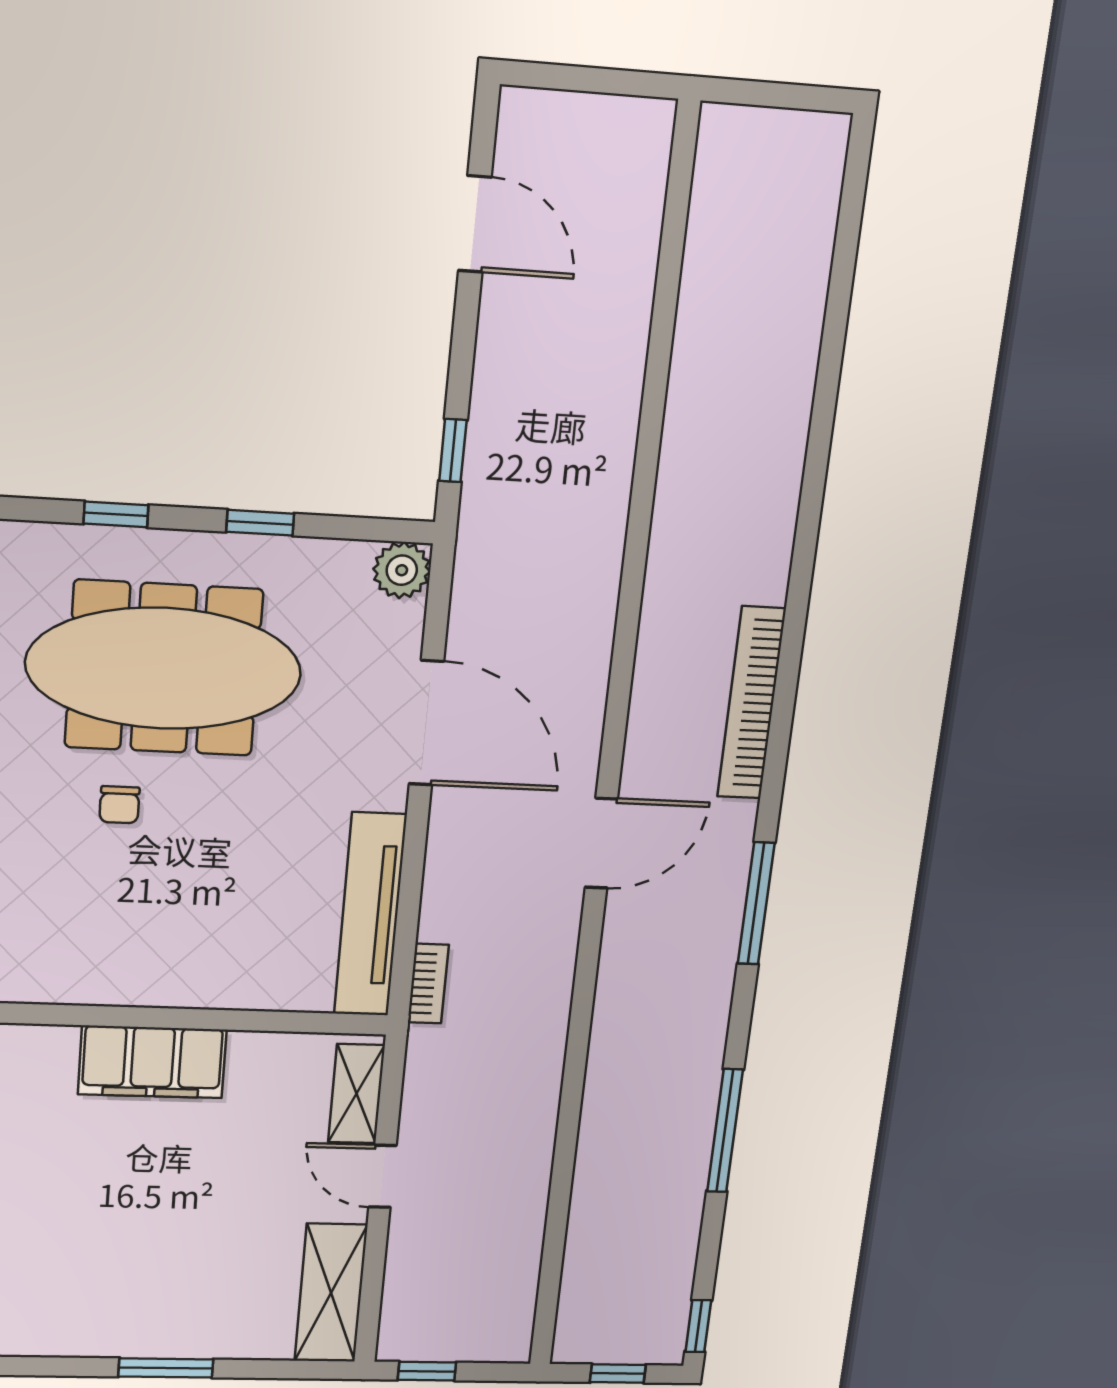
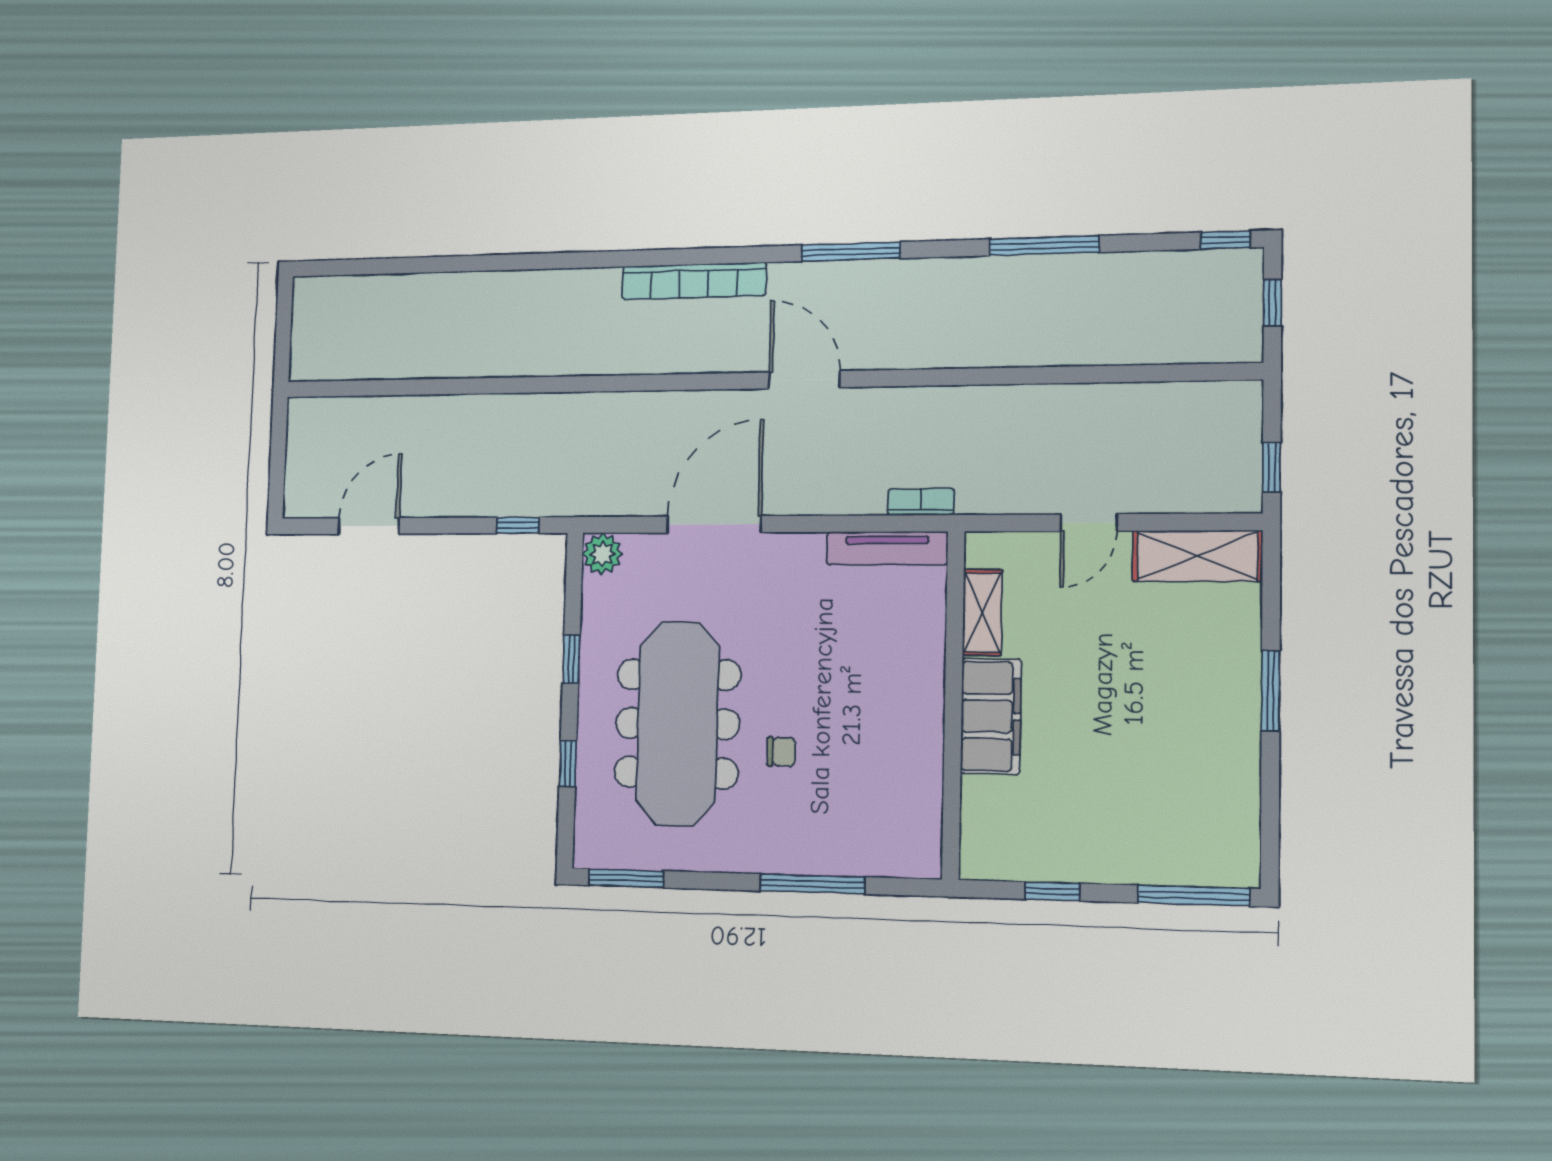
tv unit: (370, 915) -> (887, 548), width x0.73, depth x0.78
shelving: (356, 1094) -> (982, 612), moved, turned 90

